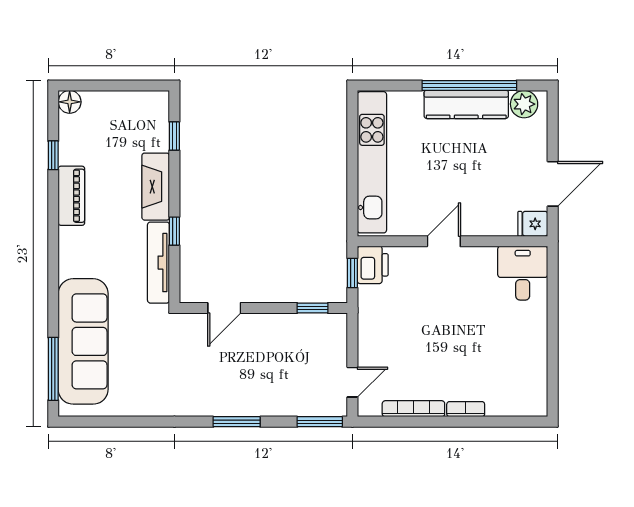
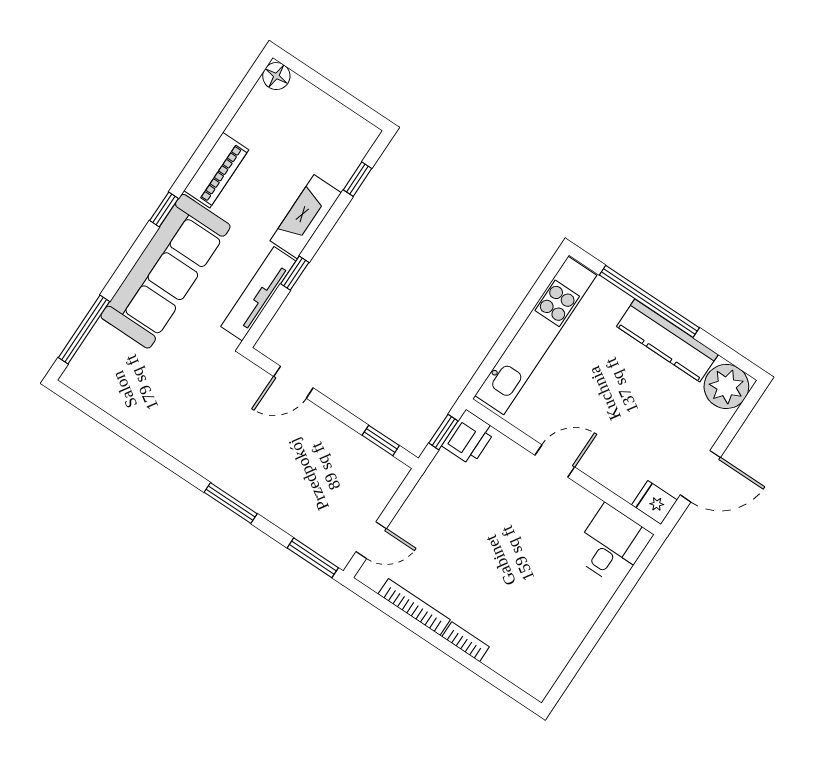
window: (469, 85) -> (649, 301), moved
plant: (524, 104) -> (726, 386), width x1.36, depth x1.36
window: (53, 155) -> (164, 209), moved
sofa: (83, 341) -> (165, 271), moved

